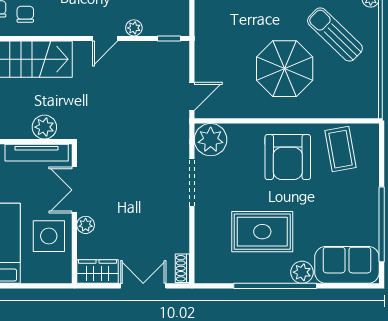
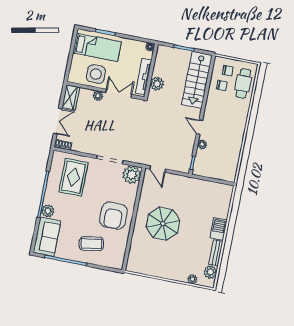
sun lounger: (335, 35) -> (176, 255), removed
coffee table: (340, 149) -> (91, 244), moved
armchair: (288, 157) -> (113, 216), turned -90
rug: (262, 232) -> (73, 177), moved

